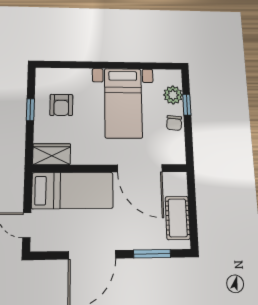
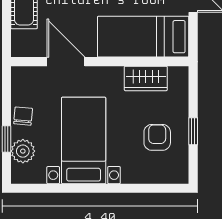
wardrobe: (52, 154) -> (146, 78), moved
door: (140, 168) -> (66, 62), width x0.73

